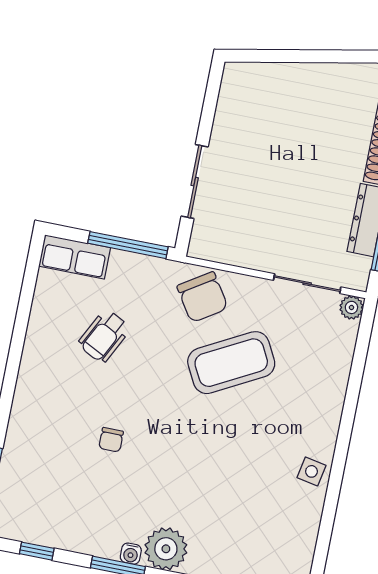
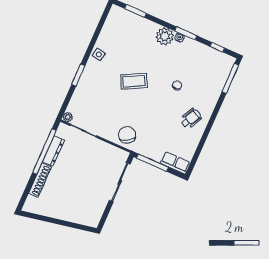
sliding door: (195, 182) -> (120, 182), width x1.37
wheelchair: (104, 336) -> (191, 118), moved
coffee table: (231, 363) -> (134, 81), moved, width x0.73, depth x0.76
window: (349, 412) -> (78, 75), added

